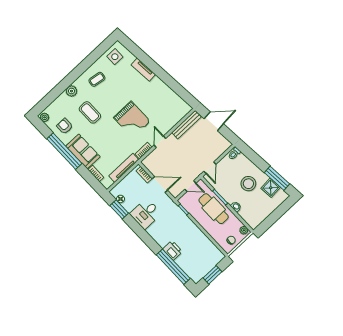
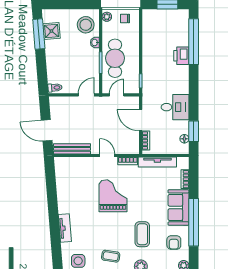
door: (160, 142) -> (107, 155), swing flipped
stool: (248, 184) -> (86, 25), moved
door: (190, 186) -> (117, 95), hinge flipped

